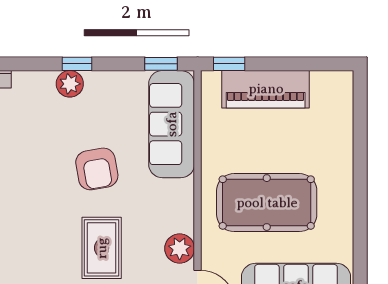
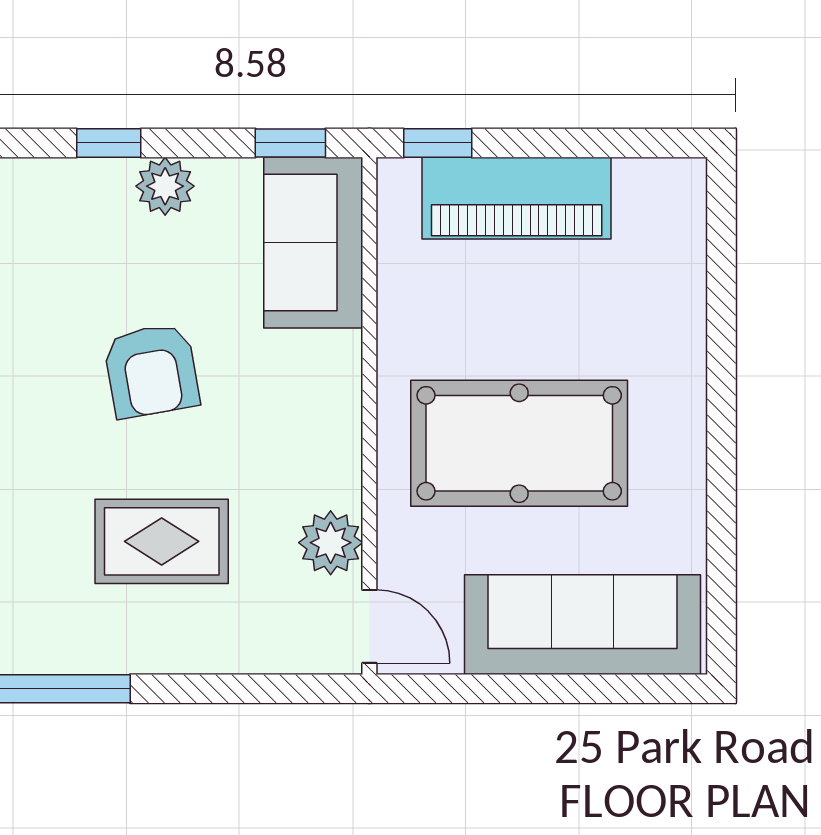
plant: (70, 84) -> (165, 186), moved
sofa: (172, 124) -> (313, 243), width x0.73
rug: (102, 248) -> (162, 541), turned 90

